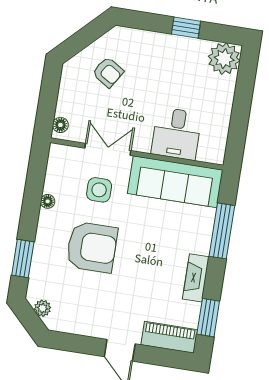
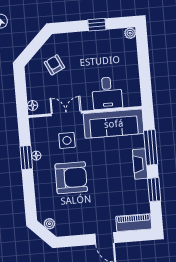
plant: (224, 59) -> (130, 33), width x0.53, depth x0.53
armchair: (108, 72) -> (54, 65), turned -148
window: (23, 259) -> (26, 157), moved
fireplace: (196, 278) -> (140, 164), moved
window: (208, 318) -> (154, 190), moved

